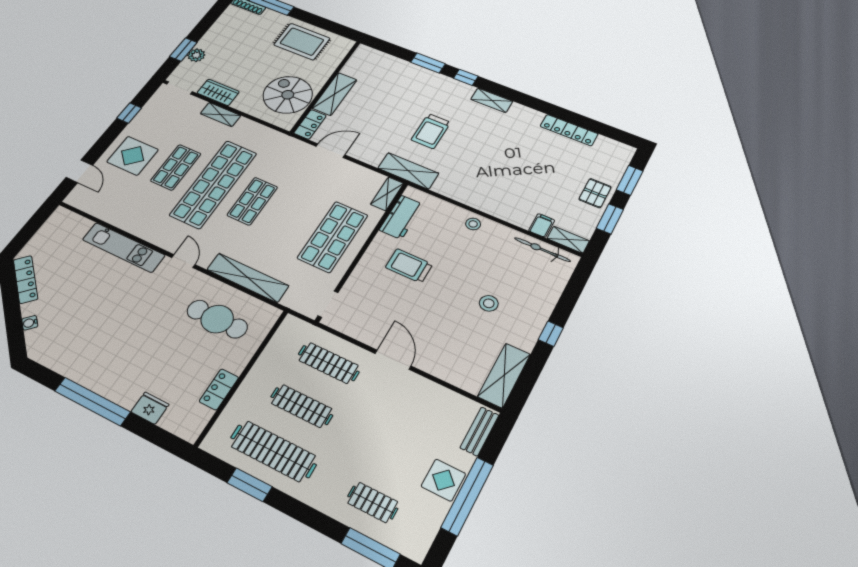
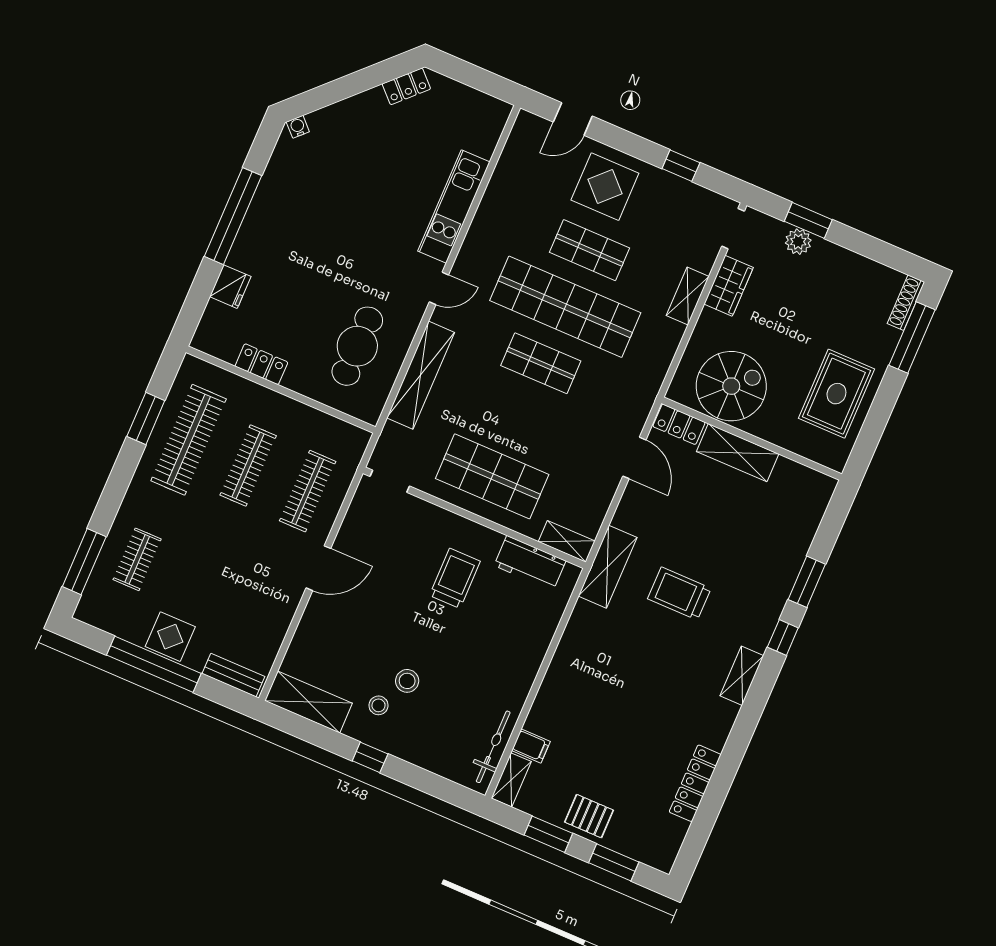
stool: (473, 224) -> (379, 705), moved
locker: (26, 279) -> (406, 86), width x0.66
water cooler: (30, 323) -> (298, 127), moved

